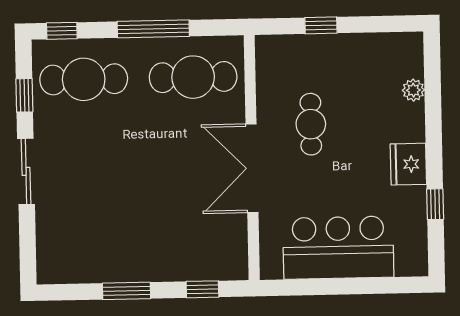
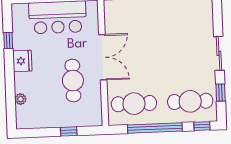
window: (153, 29) -> (155, 128), width x1.46
cafe table: (311, 124) -> (73, 81), width x1.37, depth x1.35

